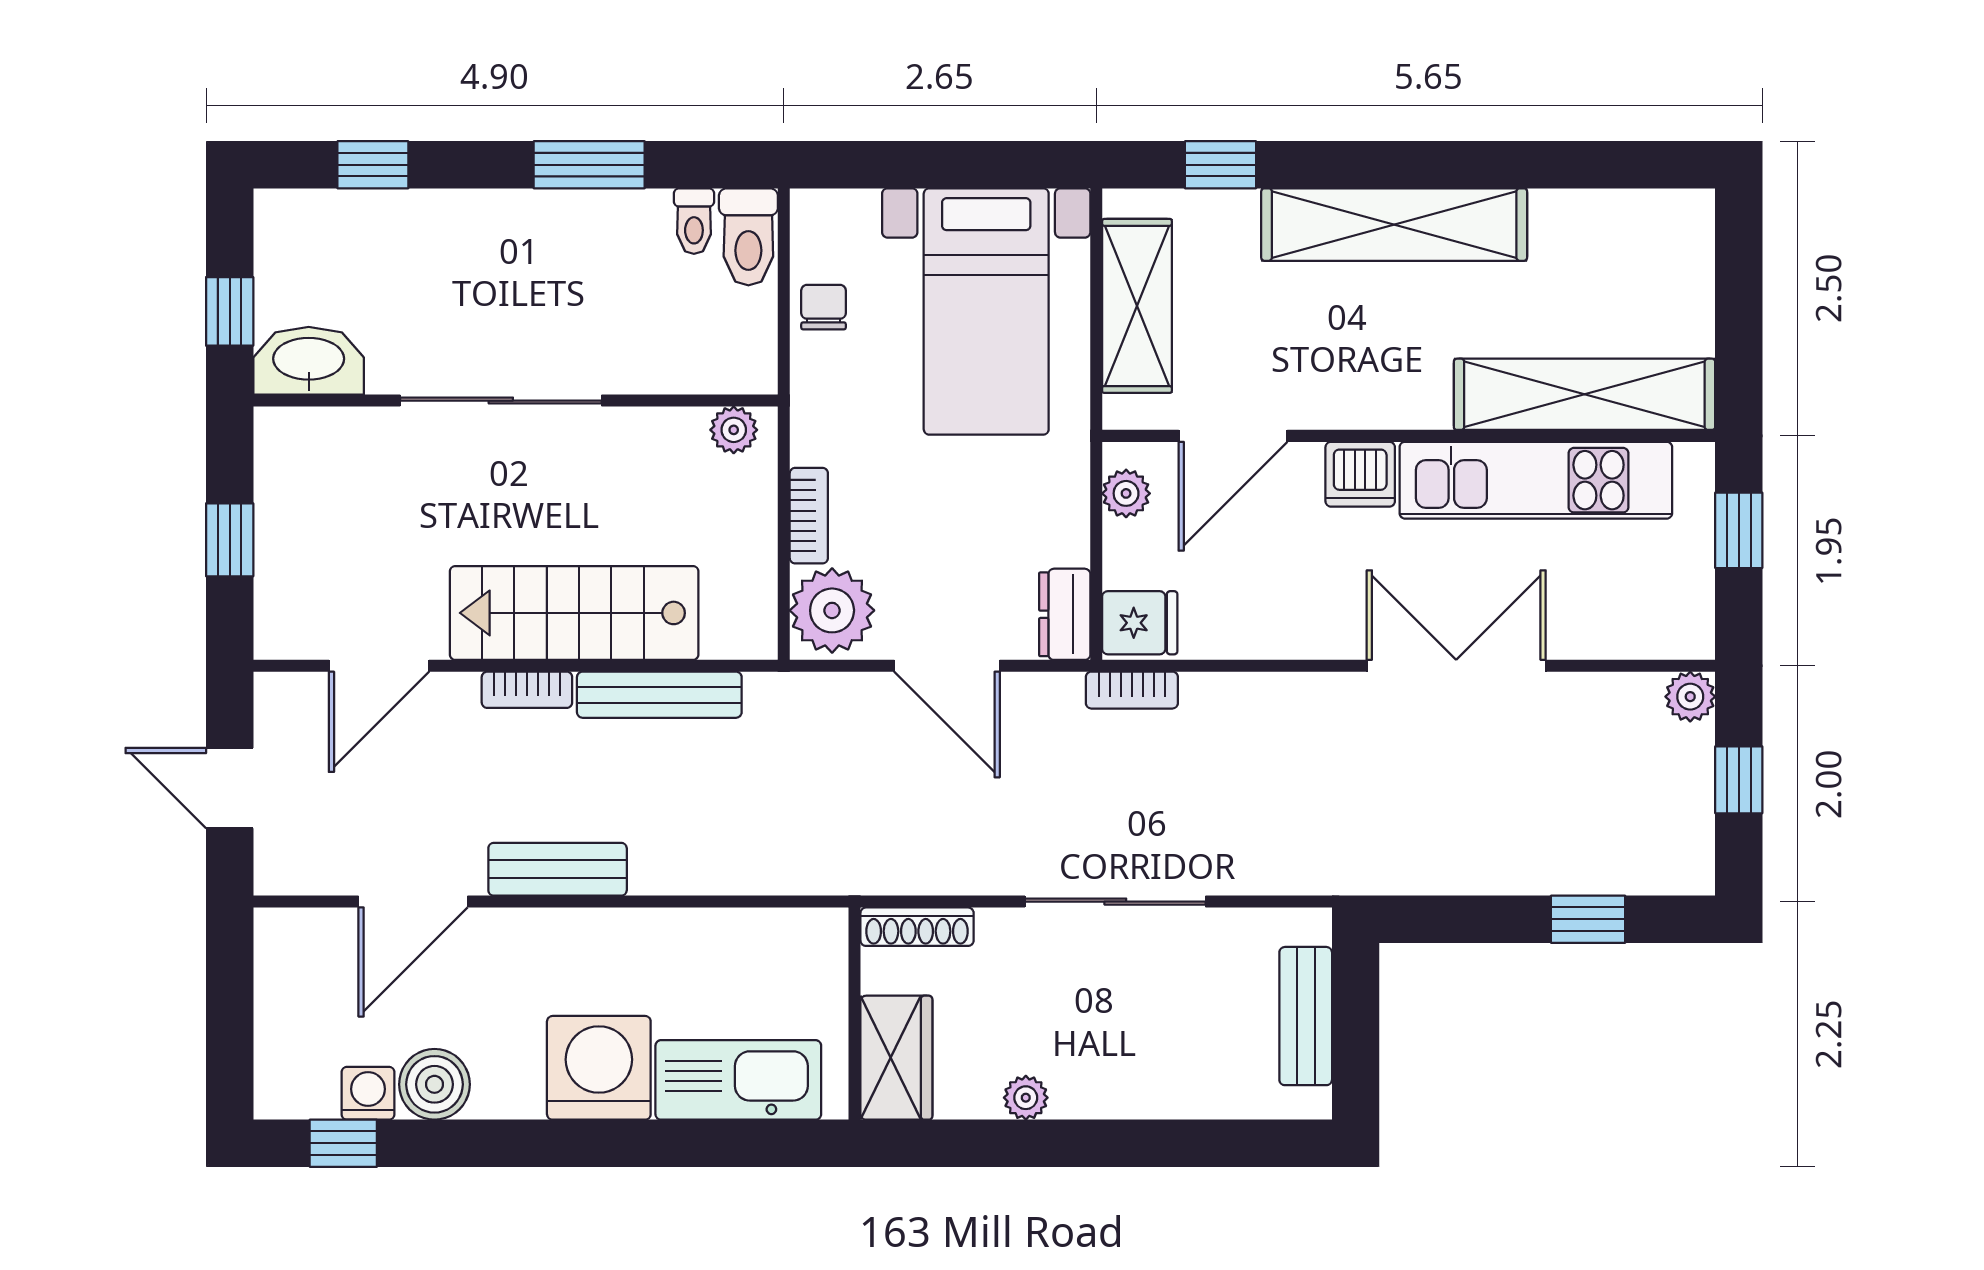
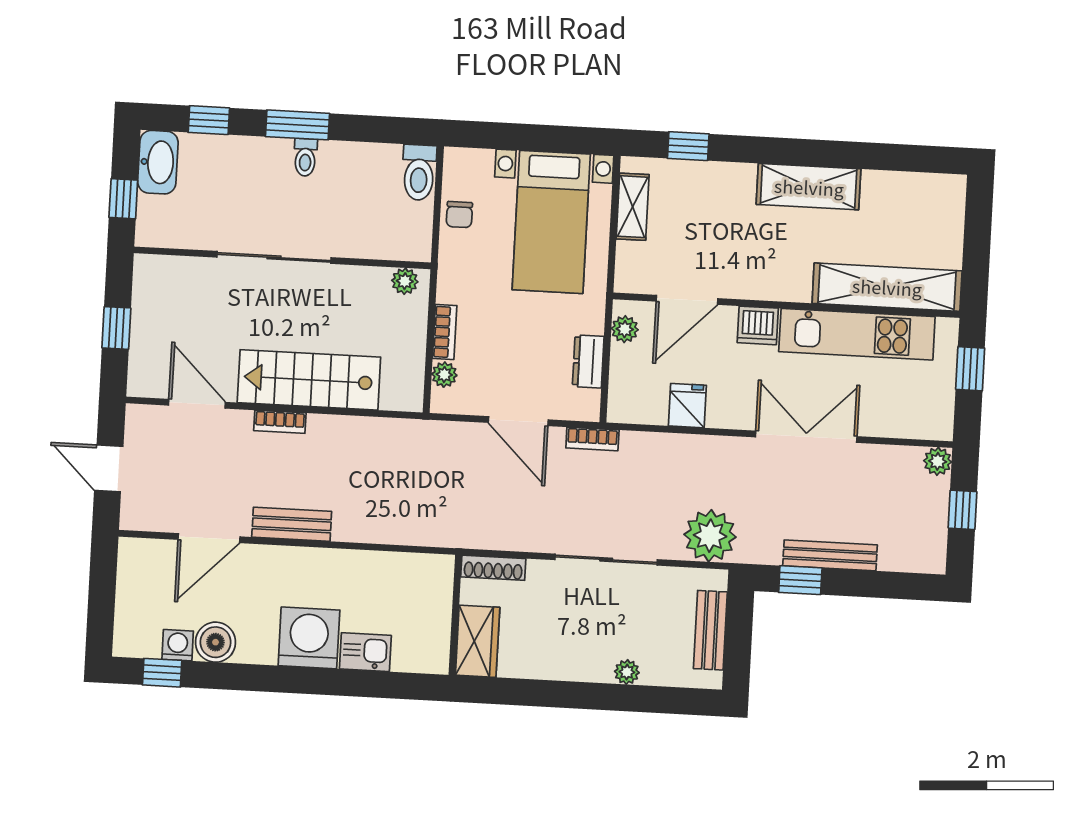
window: (589, 165) -> (297, 125), moved
toilet: (694, 221) -> (305, 157), moved
shelving: (1394, 225) -> (809, 187), width x0.68
shelving: (1137, 306) -> (633, 207), width x0.67, depth x0.75
chair: (824, 307) -> (459, 215), turned 180
washbasin: (309, 361) -> (158, 162), moved, turned 90
plant: (832, 610) -> (444, 375), width x0.53, depth x0.53
dresser: (1065, 614) -> (588, 361), moved
fridge: (1140, 623) -> (687, 406), moved, turned -90
door: (379, 666) -> (197, 404), swing flipped
bookcase: (1132, 690) -> (592, 439), moved
bench: (659, 695) -> (830, 555), moved
plant: (1296, 849) -> (710, 536), added
window: (1588, 919) -> (800, 580), moved
kitchen sink: (738, 1080) -> (365, 652), width x0.53, depth x0.81
plant: (1026, 1098) -> (627, 672), moved

